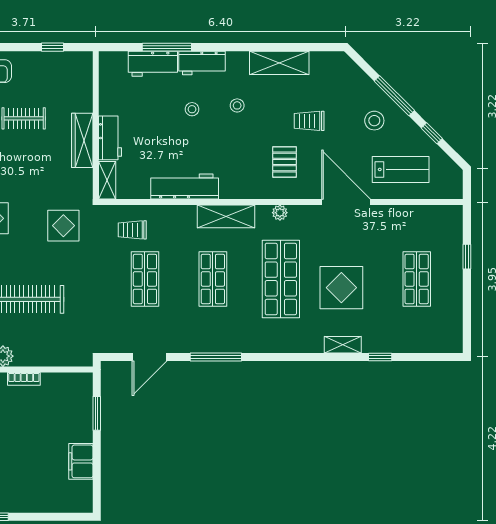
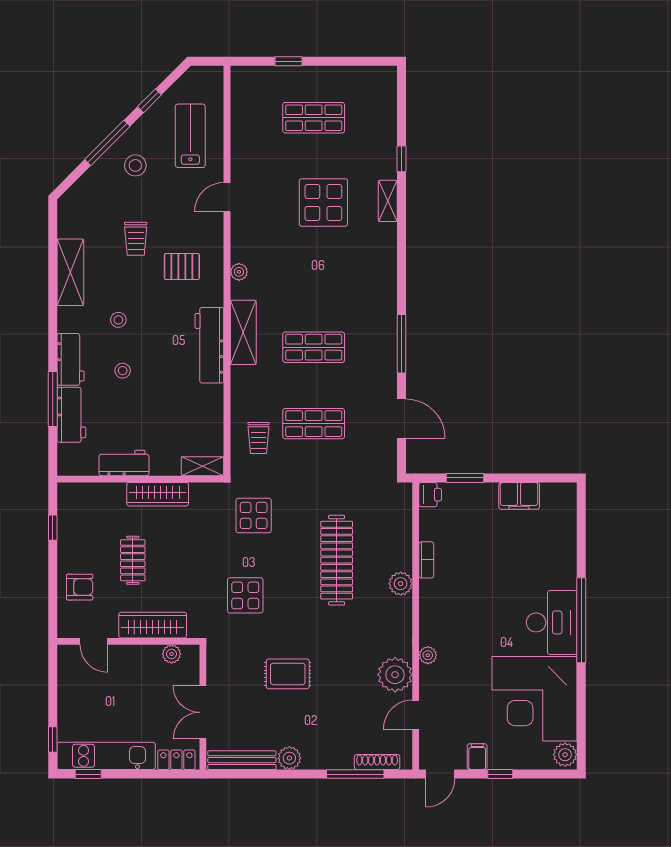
workbench: (110, 138) -> (124, 463), moved
workbench: (185, 186) -> (209, 345), moved
door: (346, 202) -> (227, 197), width x0.53
shop shelf: (281, 279) -> (314, 271), removed
printer: (82, 382) -> (430, 495), added

